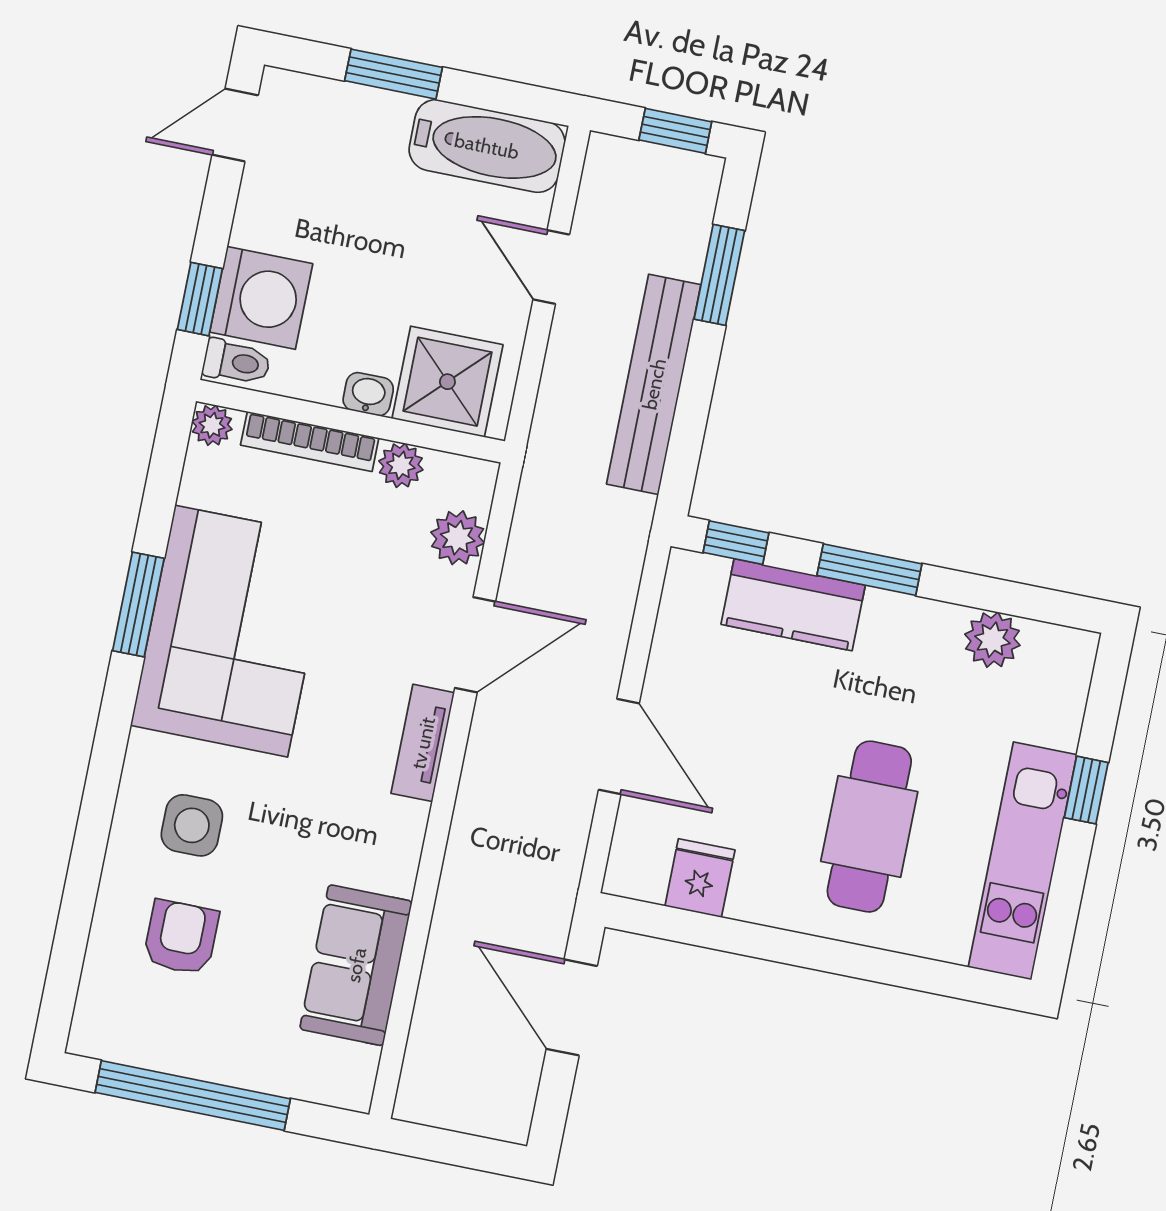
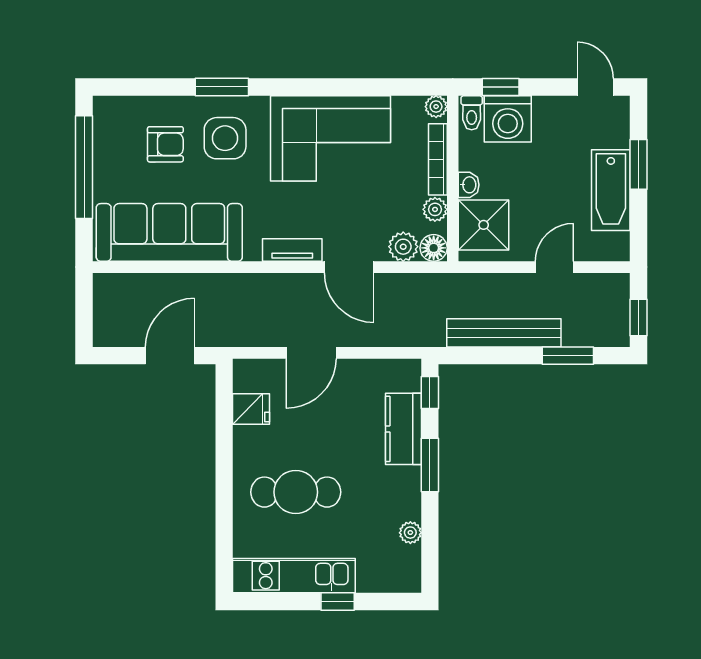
bathtub: (487, 146) -> (611, 190), moved
floor lamp: (471, 482) -> (434, 248), added
window: (138, 605) -> (222, 87), moved
plant: (992, 640) -> (410, 533), width x0.73, depth x0.73
side table: (192, 825) -> (225, 138), width x1.37, depth x1.37
sofa: (356, 965) -> (169, 232), width x1.85, depth x1.27

